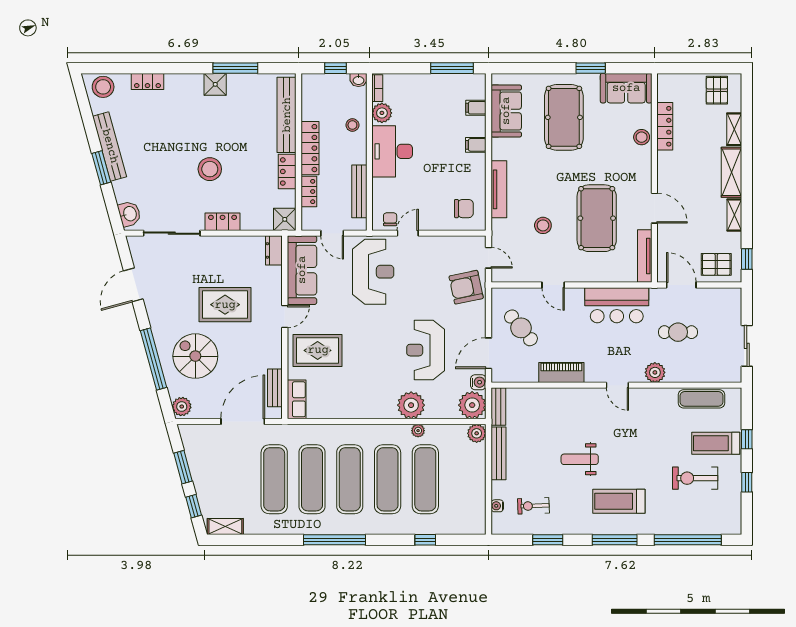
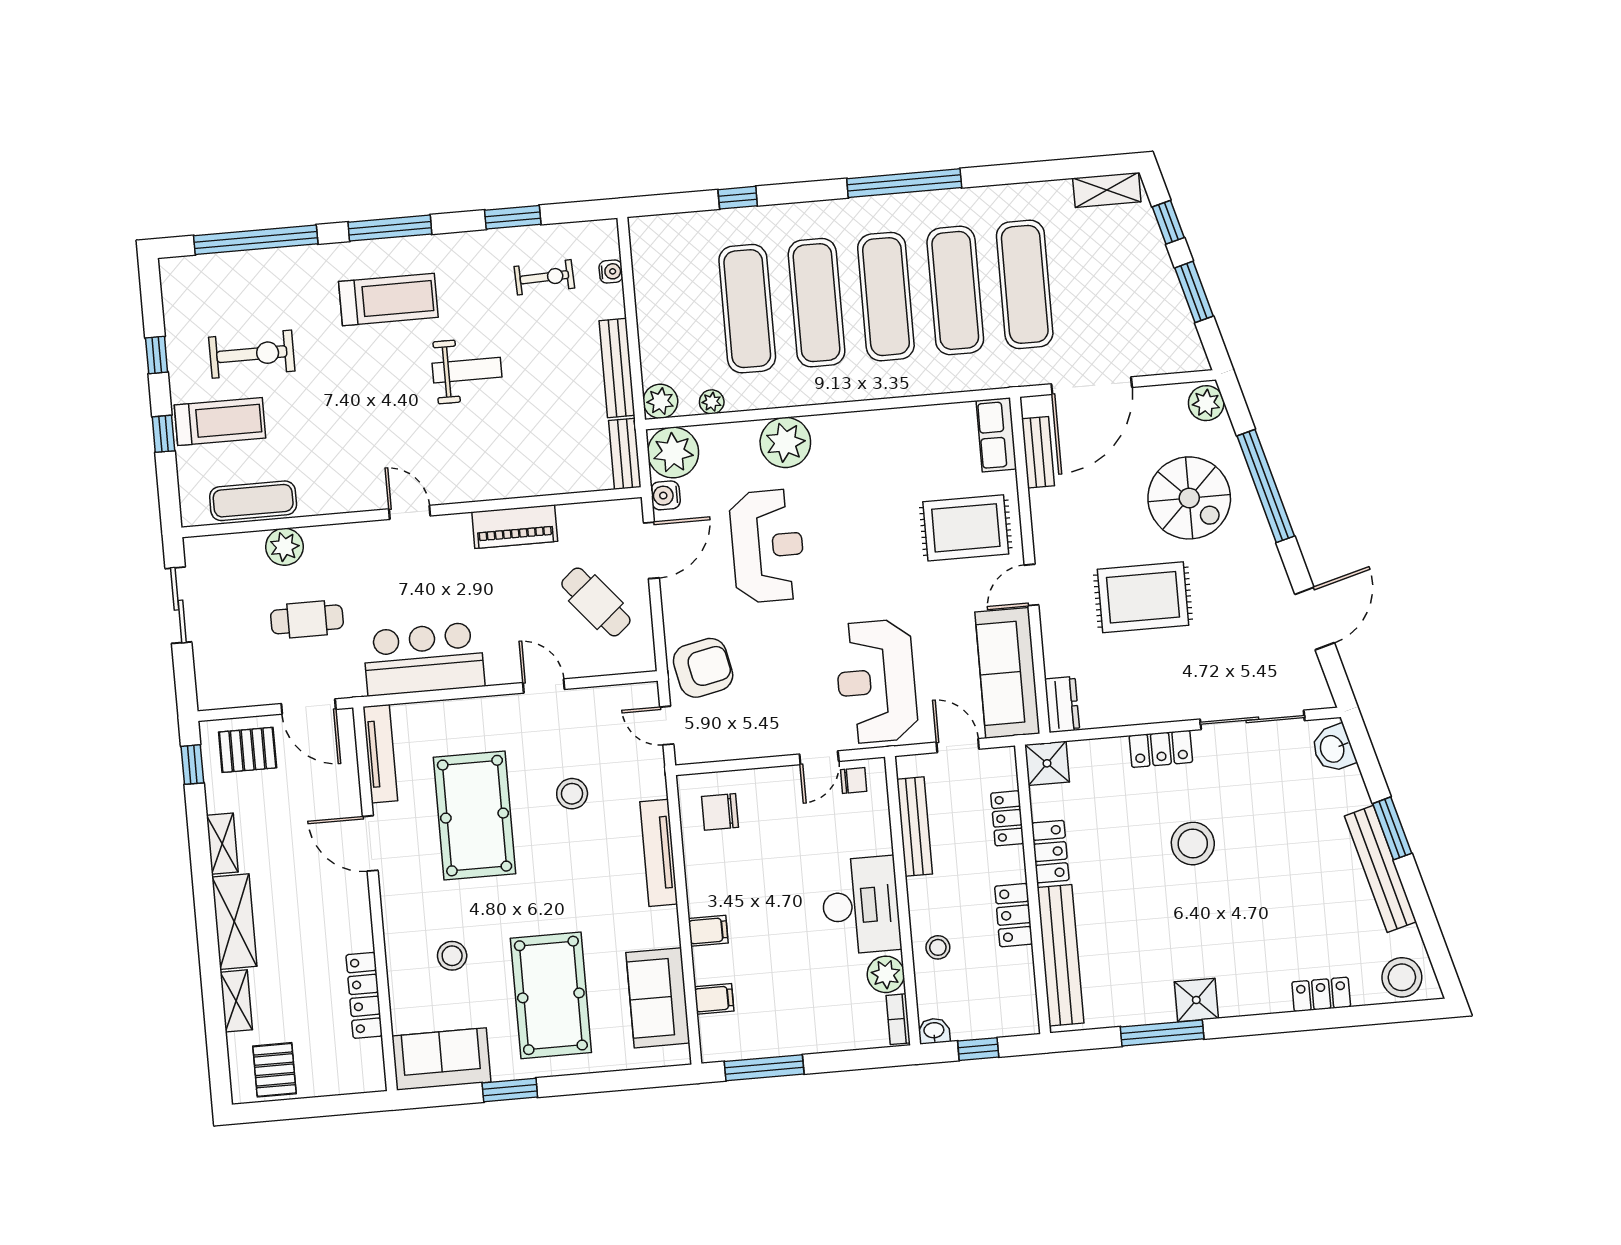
stool: (642, 137) -> (452, 956), moved
locker: (310, 148) -> (1014, 915), width x0.66
chair: (390, 219) -> (854, 781), turned -90
plant: (655, 372) -> (284, 547), moved
plant: (418, 431) -> (712, 402), moved

